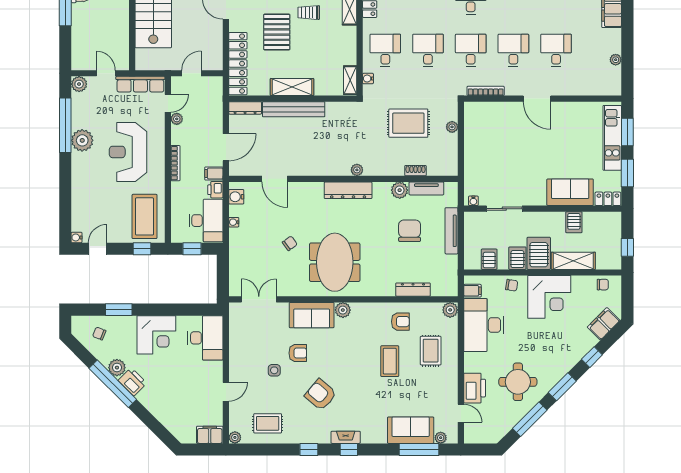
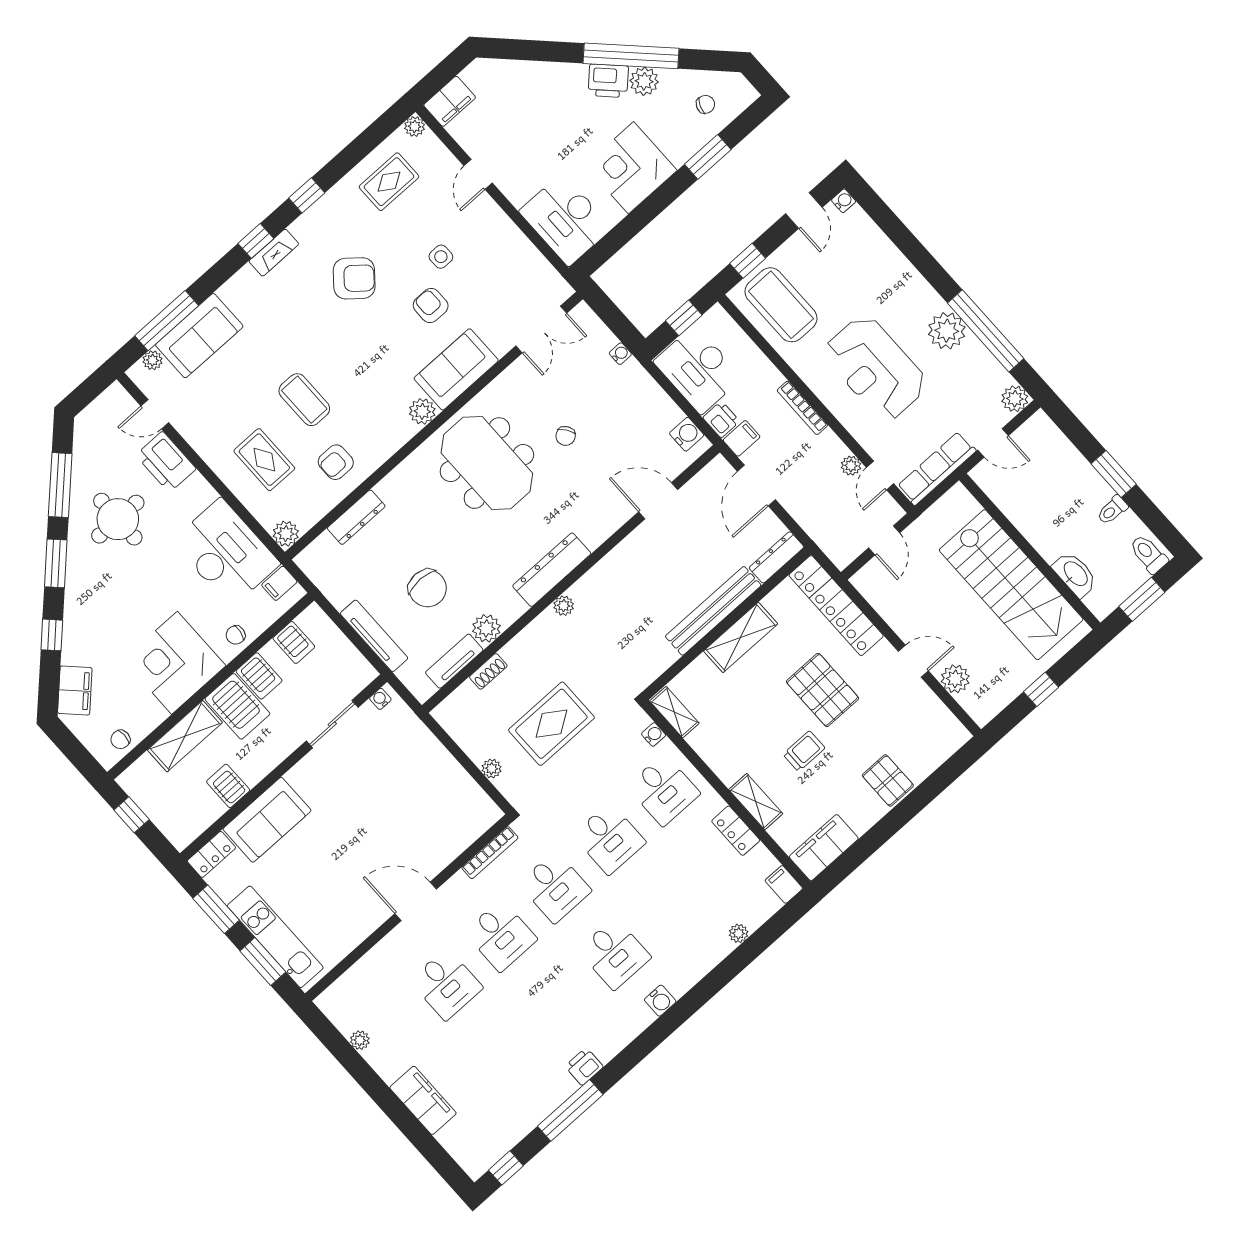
reception desk: (128, 152) -> (875, 368), turned 180
water cooler: (234, 222) -> (620, 354), moved
armchair: (298, 353) -> (431, 305), turned 90

